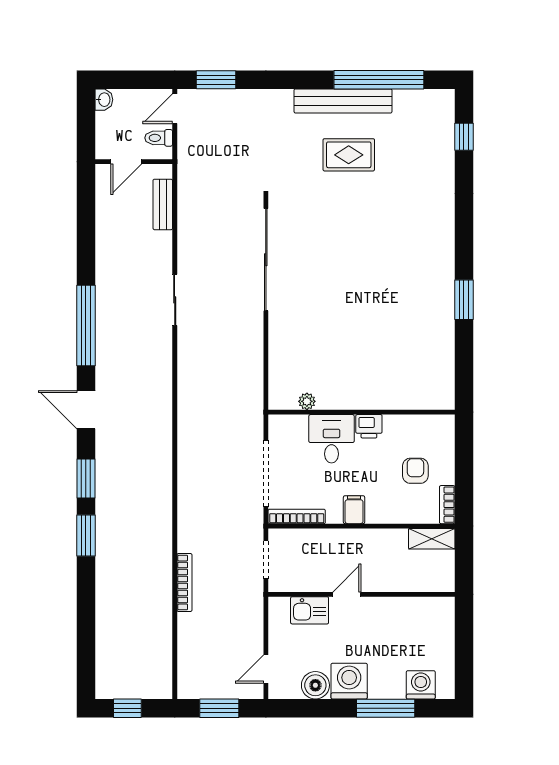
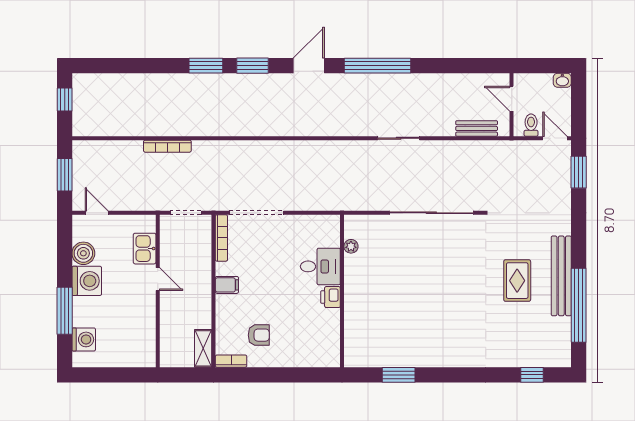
plant: (307, 401) -> (351, 246), moved
wall: (361, 412) -> (342, 291), moved
printer: (369, 426) -> (331, 297), moved
desk: (332, 439) -> (320, 266), moved

